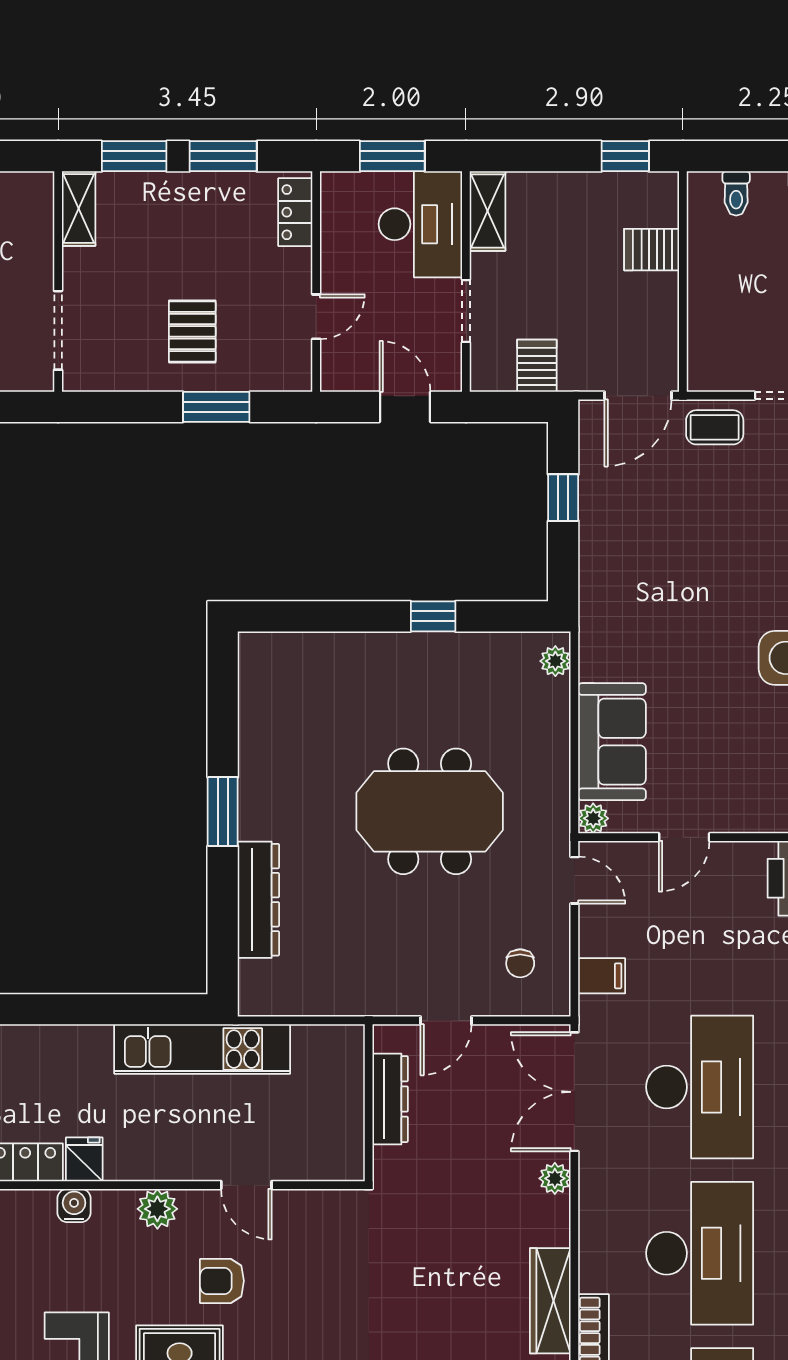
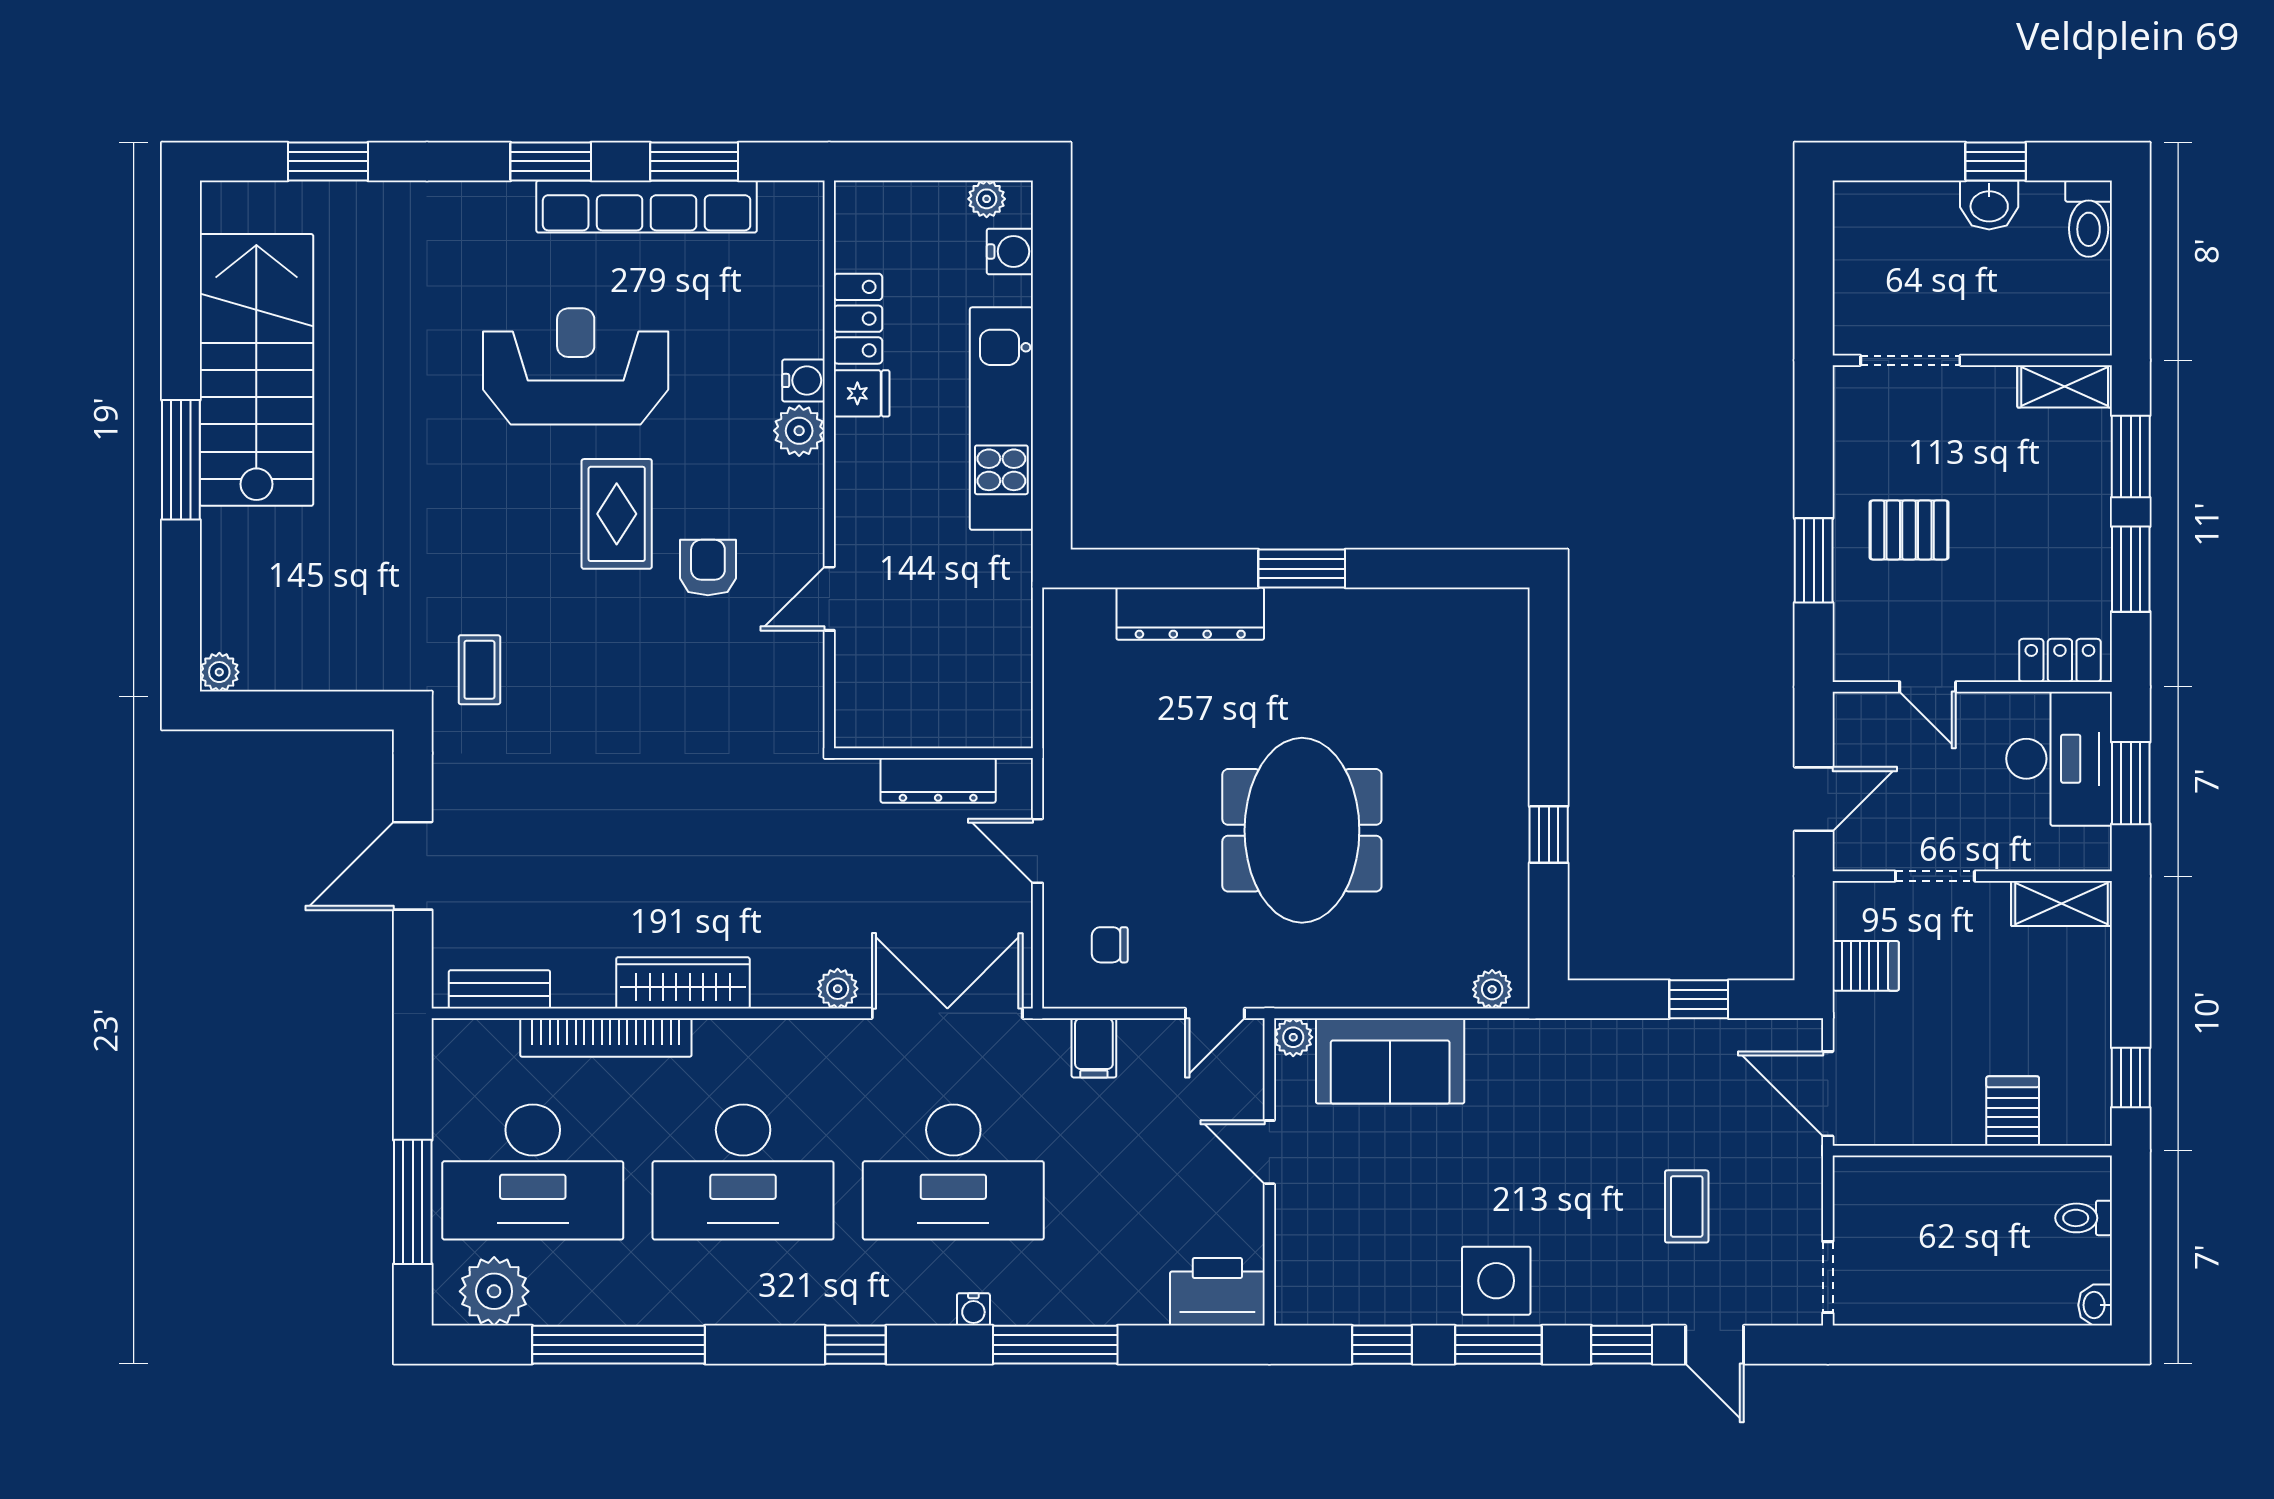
desk: (420, 224) -> (2059, 759), moved, turned -90
coffee table: (715, 427) -> (1687, 1206), moved
kitchen unit: (202, 1049) -> (1001, 419), moved
plant: (157, 1209) -> (799, 431), moved

